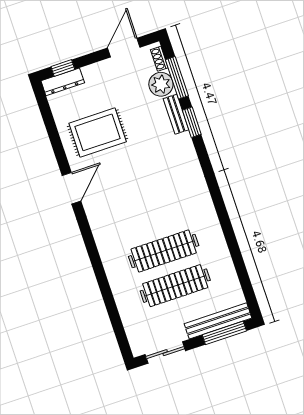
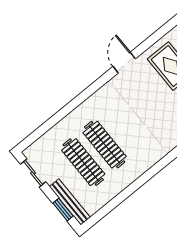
door: (71, 188) -> (124, 63), swing flipped
window: (224, 333) -> (63, 210), width x0.69

